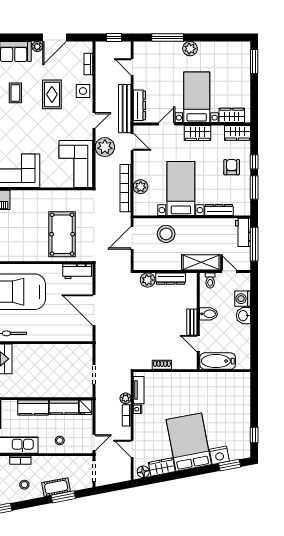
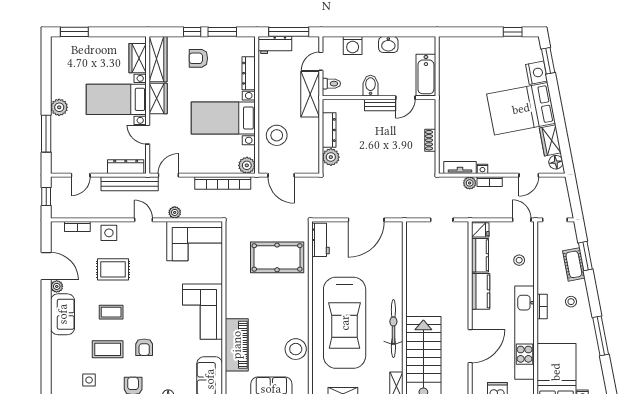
wardrobe: (237, 133) -> (158, 59), width x1.50
plant: (105, 147) -> (175, 212), width x0.53, depth x0.53
plant: (141, 187) -> (247, 165), moved
washbasin: (243, 316) -> (388, 45), moved

